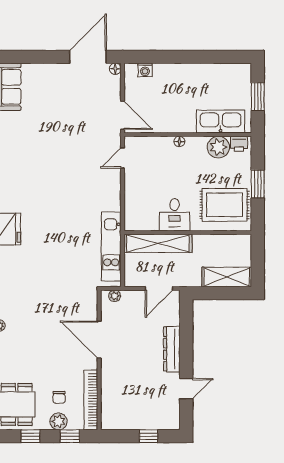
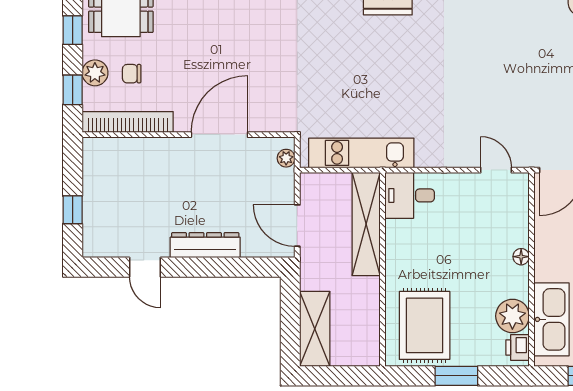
desk: (175, 215) -> (410, 195), moved

